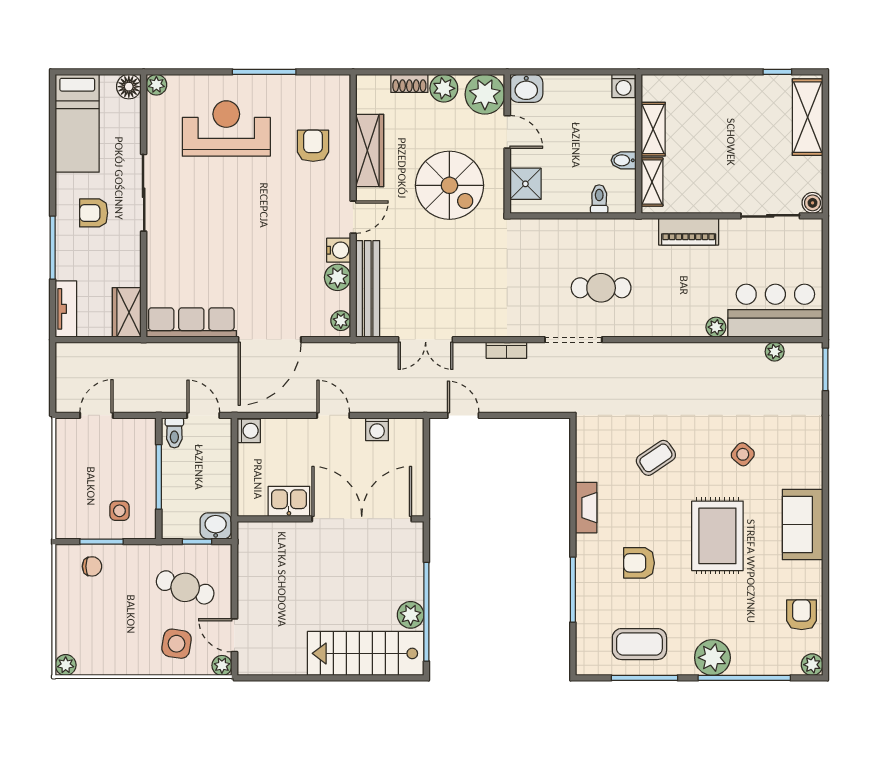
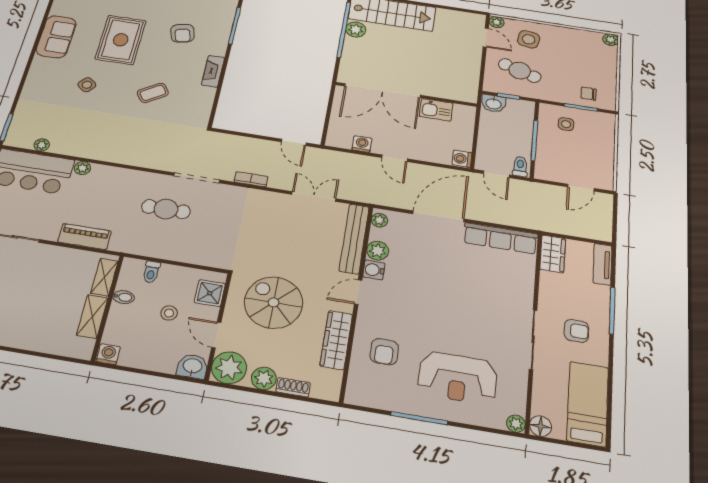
stool: (567, 150) -> (169, 313), added
armchair: (639, 563) -> (183, 33), turned 76

